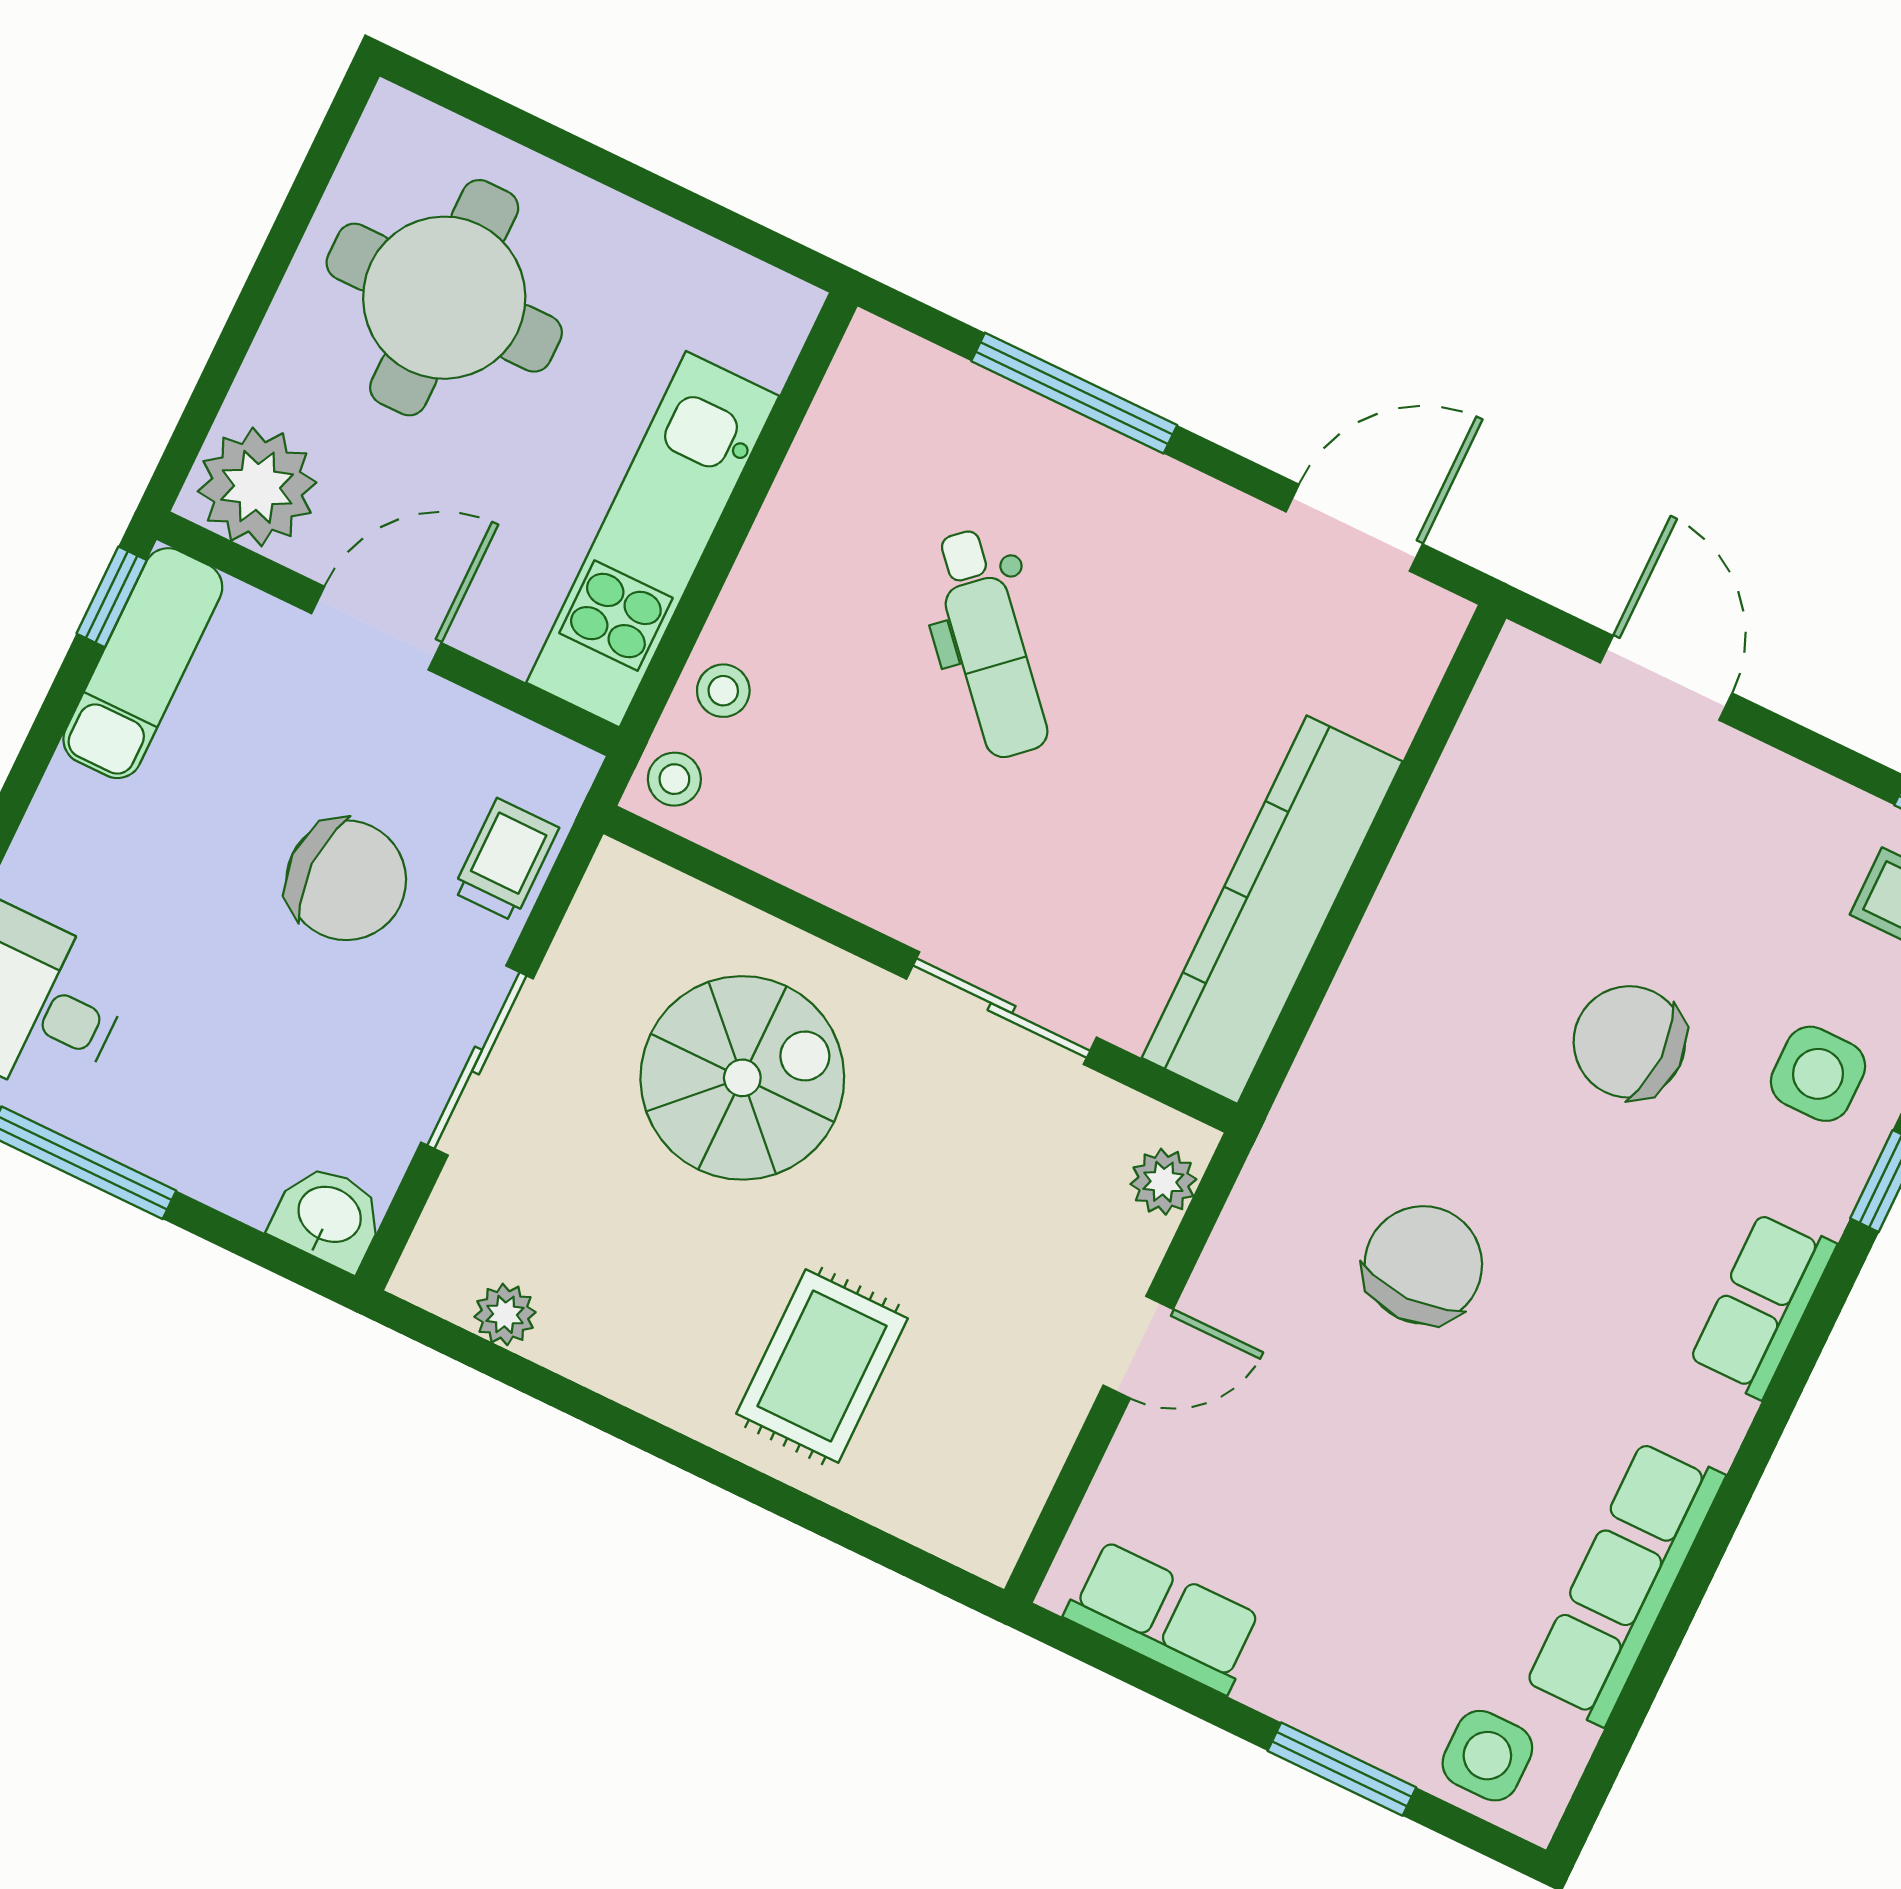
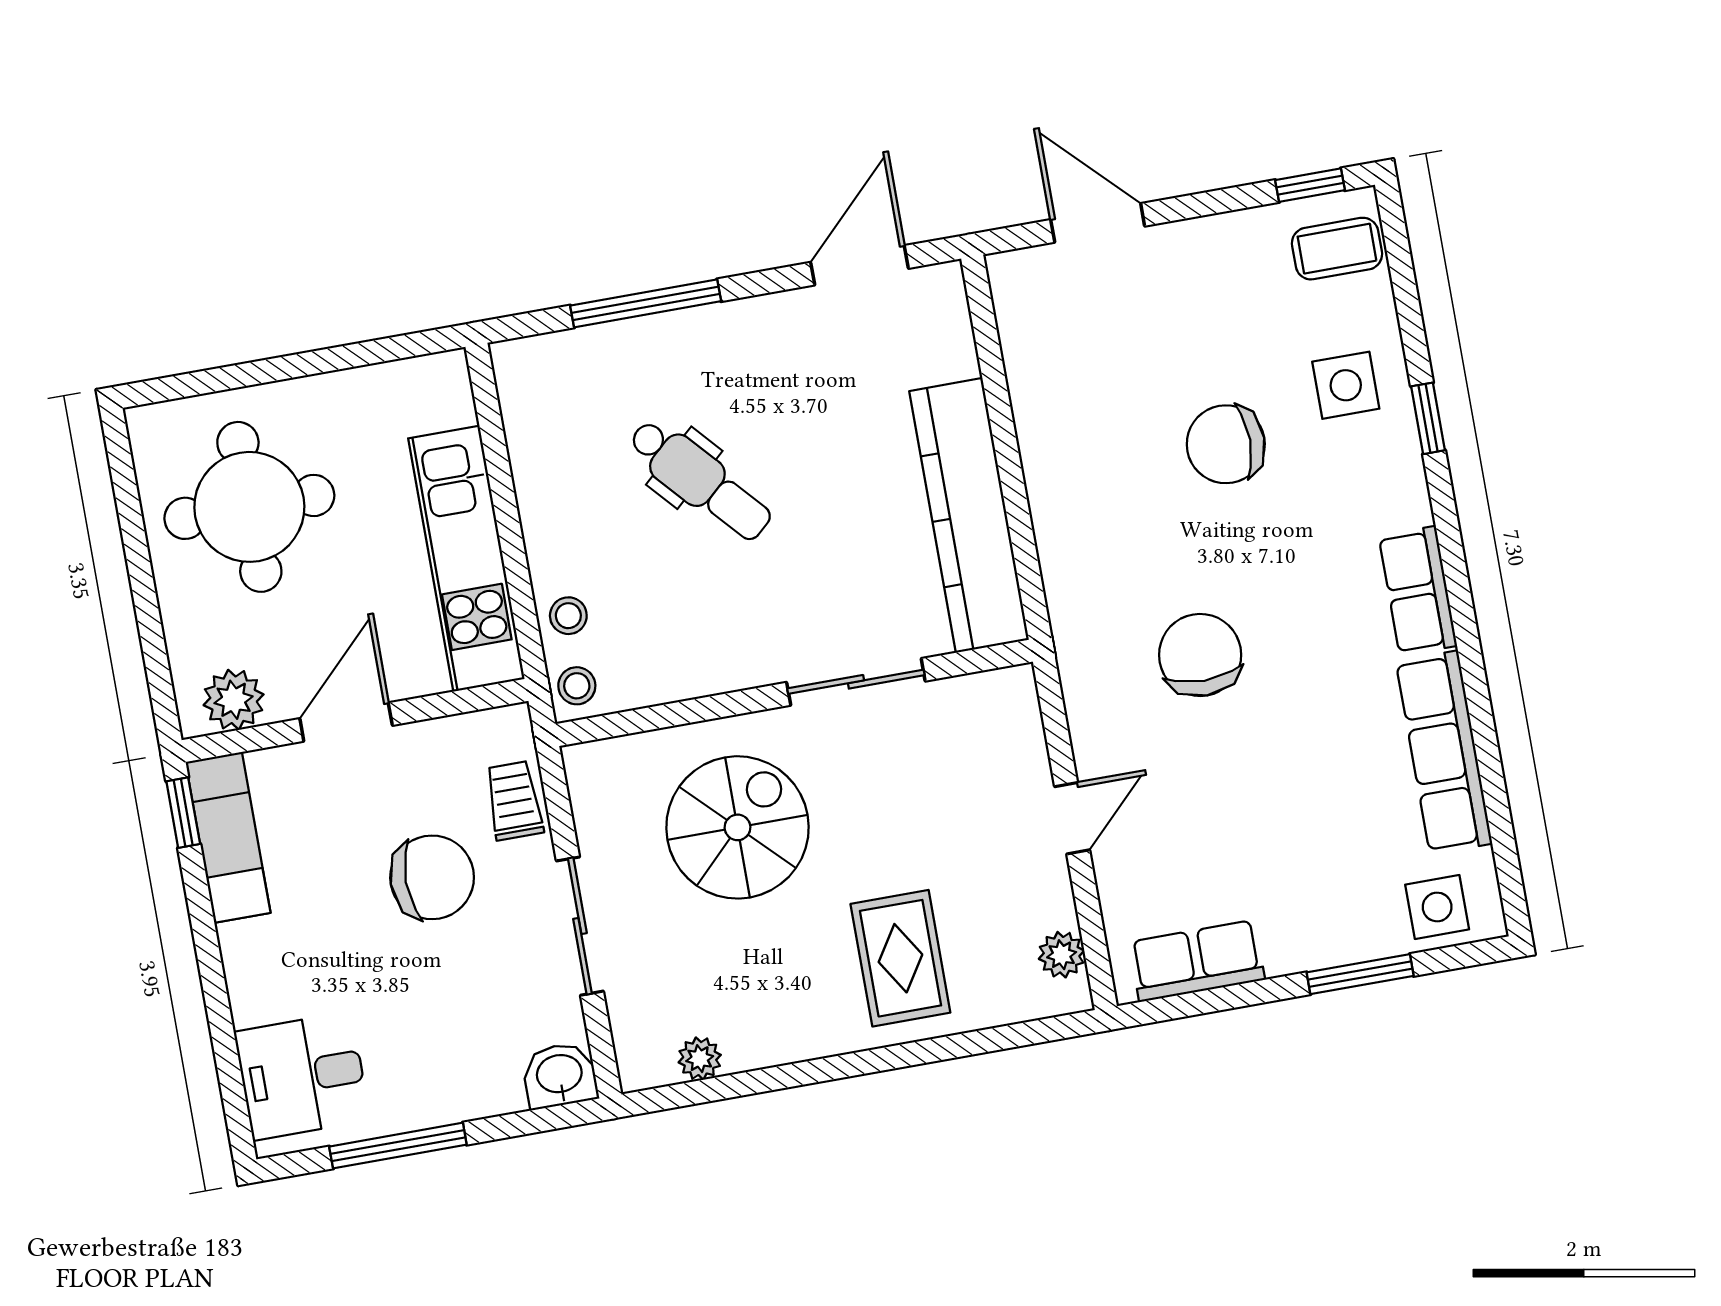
plant: (257, 487) -> (234, 700), width x0.73, depth x0.73
plant: (1163, 1182) -> (1062, 955), moved
row of seats: (1762, 1304) -> (1418, 591), moved

